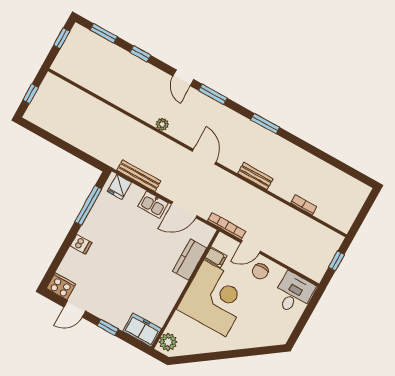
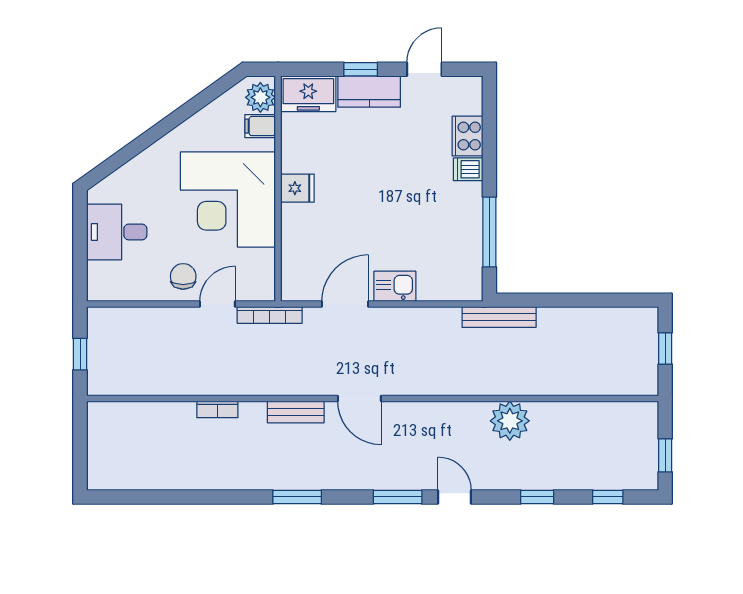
window: (104, 33) -> (608, 497), width x0.67
plant: (162, 124) -> (510, 421), moved, width x1.87, depth x1.87
bench: (139, 176) -> (499, 317), moved
bench: (255, 176) -> (296, 412), moved
fridge: (119, 187) -> (297, 188), moved, turned 90
bookcase: (304, 205) -> (217, 409), moved
filing cabinet: (216, 257) -> (260, 126), moved
kitchen counter: (190, 260) -> (369, 92), moved, turned 90
cooker: (61, 286) -> (467, 136), moved, turned 90
desk: (294, 293) -> (117, 232), moved, turned 90

